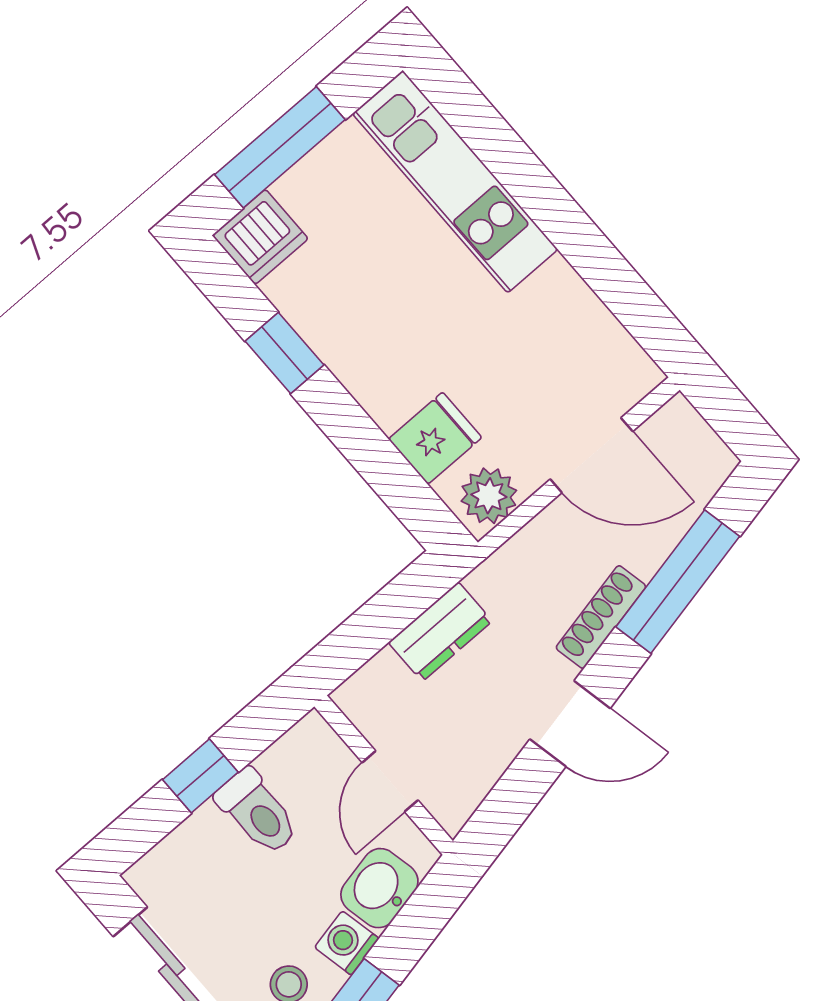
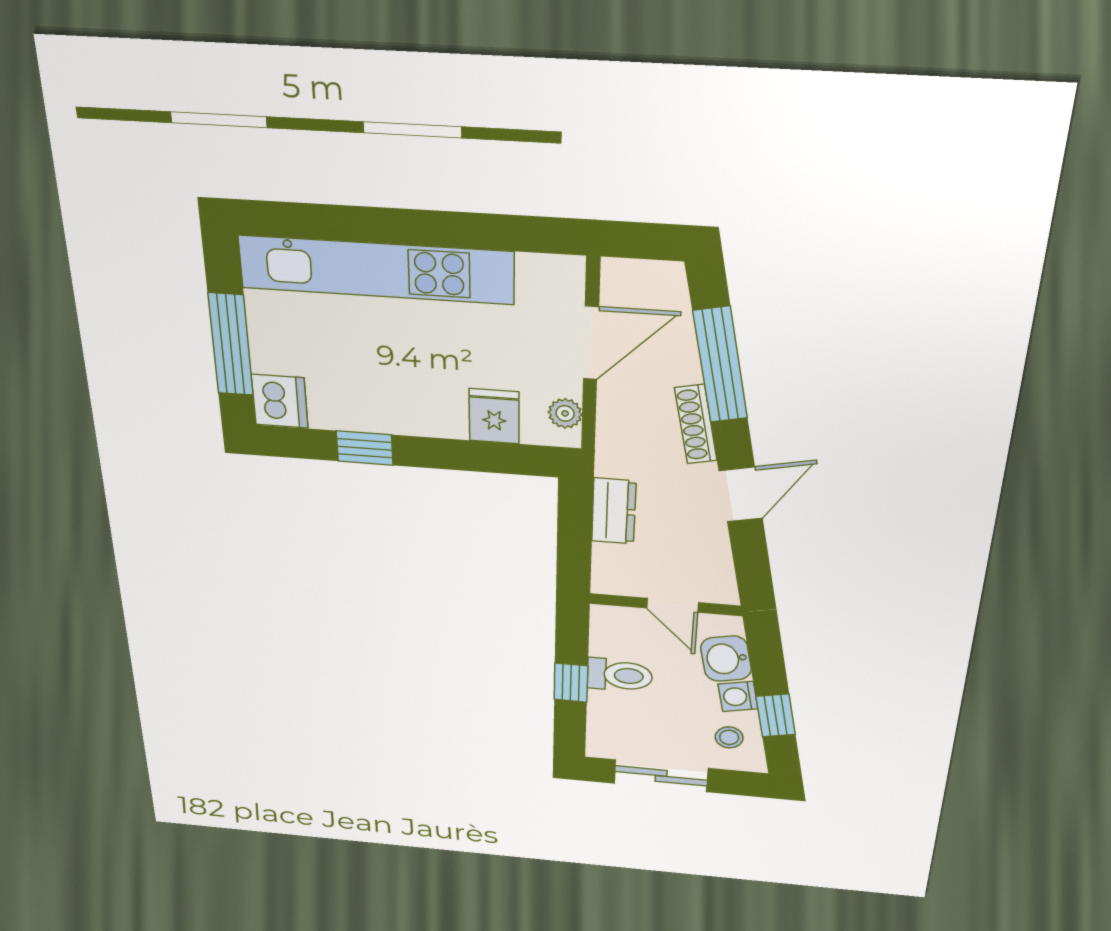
kitchen unit: (455, 182) -> (376, 270), width x1.36
plant: (489, 496) -> (565, 413), width x0.73, depth x0.73

